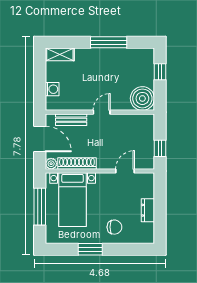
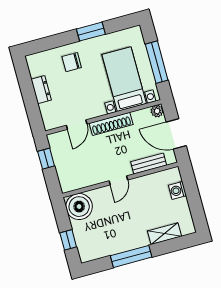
shelving: (60, 54) -> (165, 234), moved
shoe rack: (77, 163) -> (111, 124), moved

